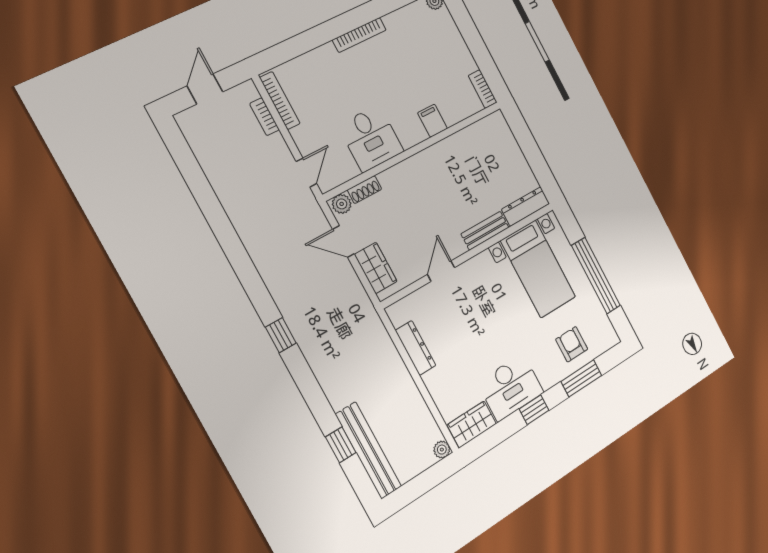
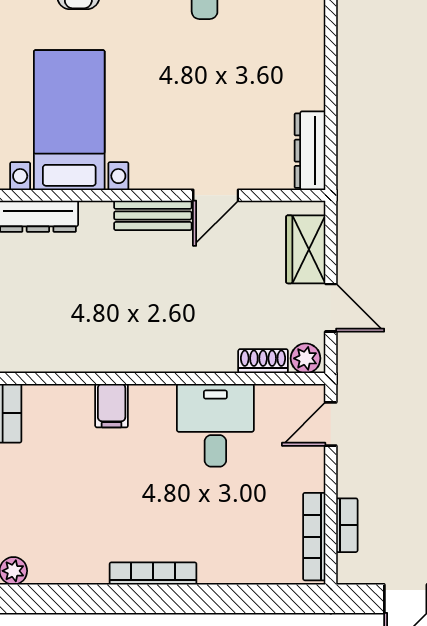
bench: (485, 231) -> (153, 215), moved
dresser: (416, 348) -> (310, 151), moved

